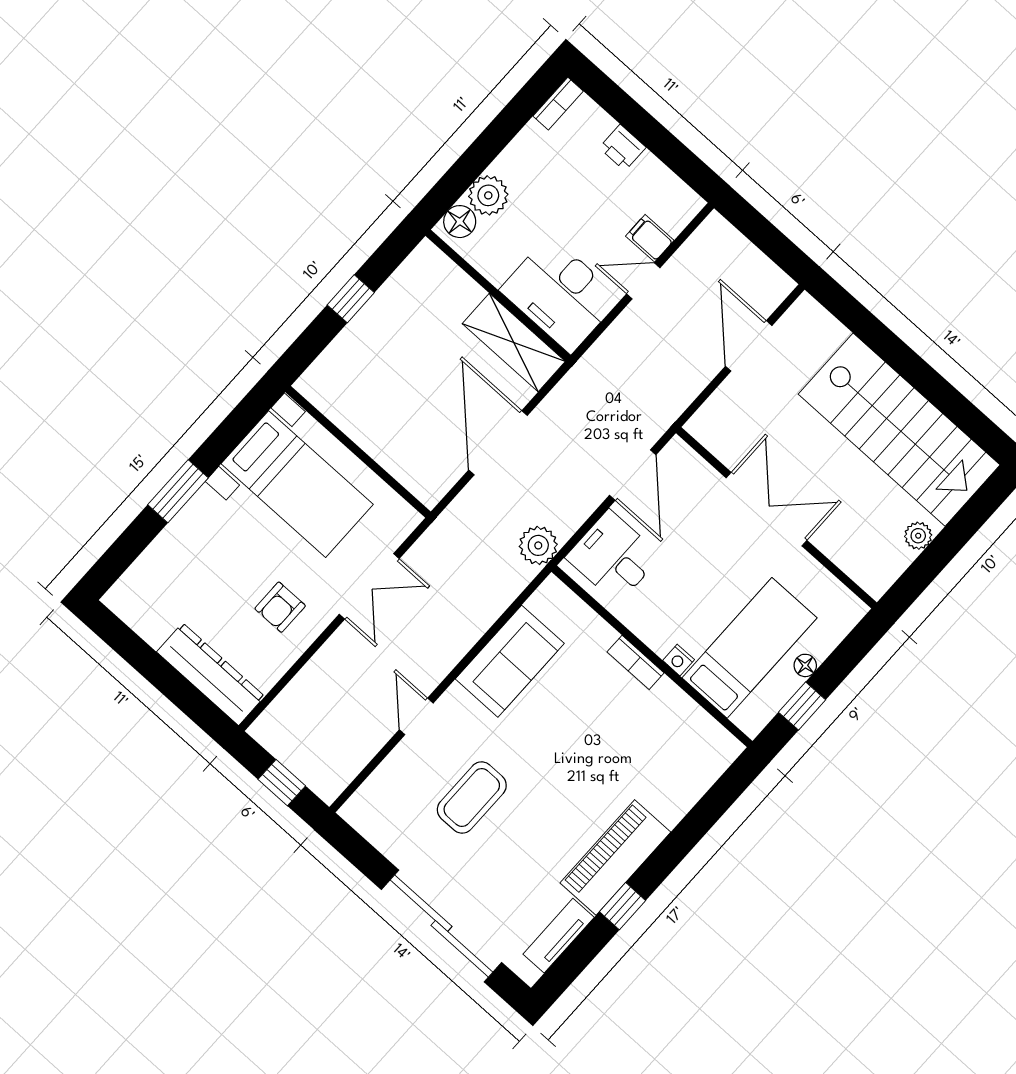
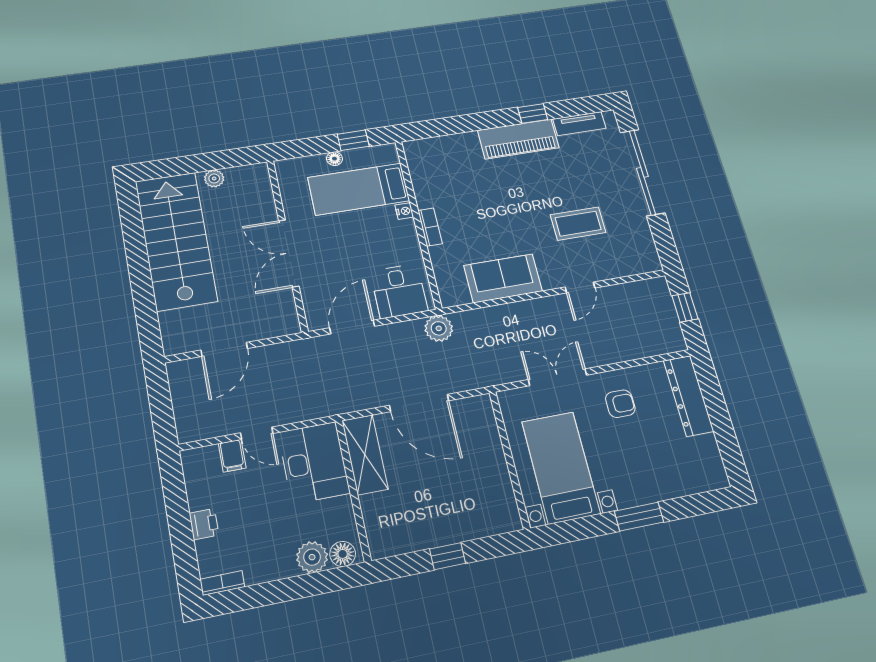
door: (498, 443) -> (419, 403), hinge flipped

